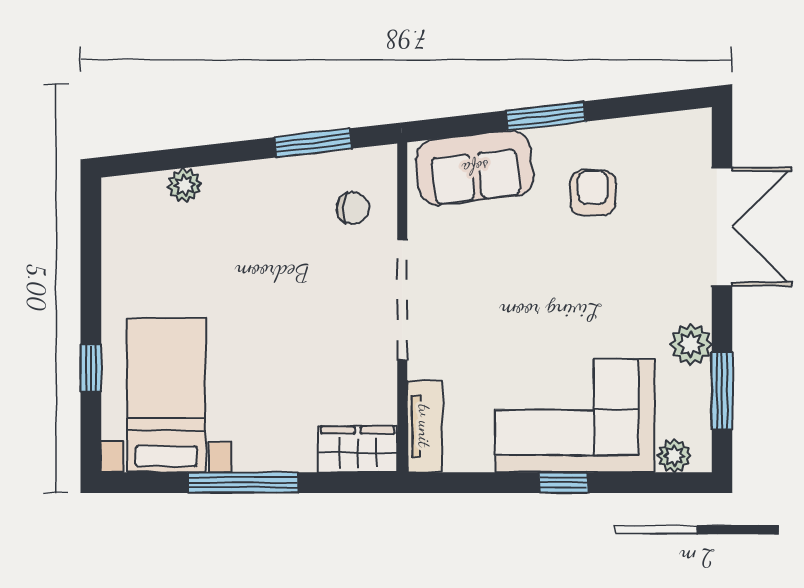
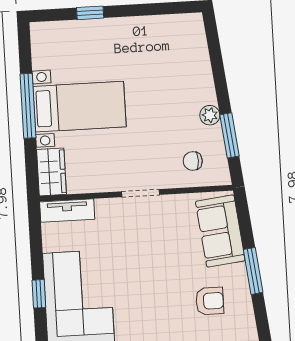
plant: (185, 185) -> (210, 115), moved
chair: (353, 208) -> (193, 161), turned 86
doorway: (402, 300) -> (141, 193), width x0.53
bed with nightstands: (166, 395) -> (79, 107), moved

